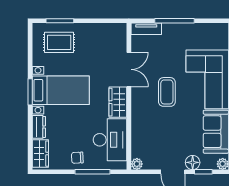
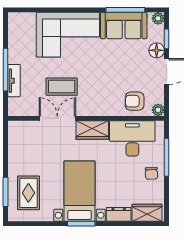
tv unit: (146, 29) -> (14, 81), moved
coffee table: (167, 92) -> (62, 87), moved
armchair: (145, 142) -> (135, 101), added

